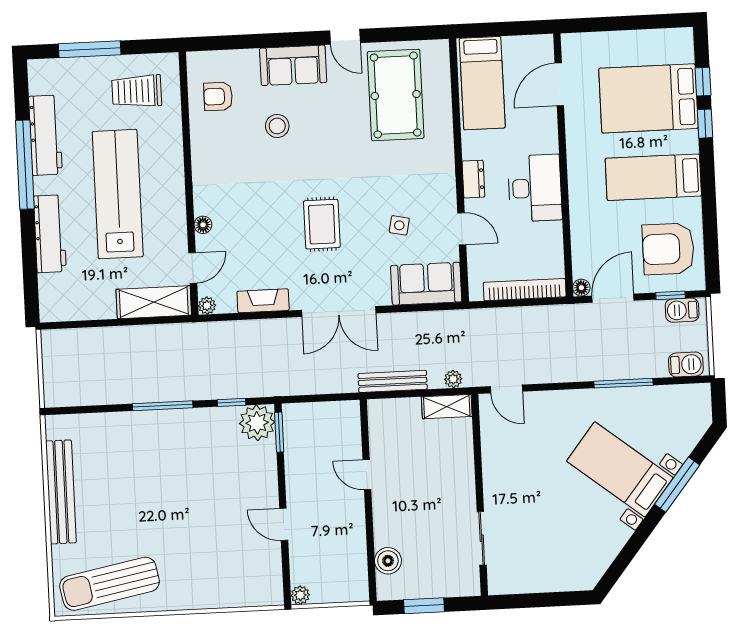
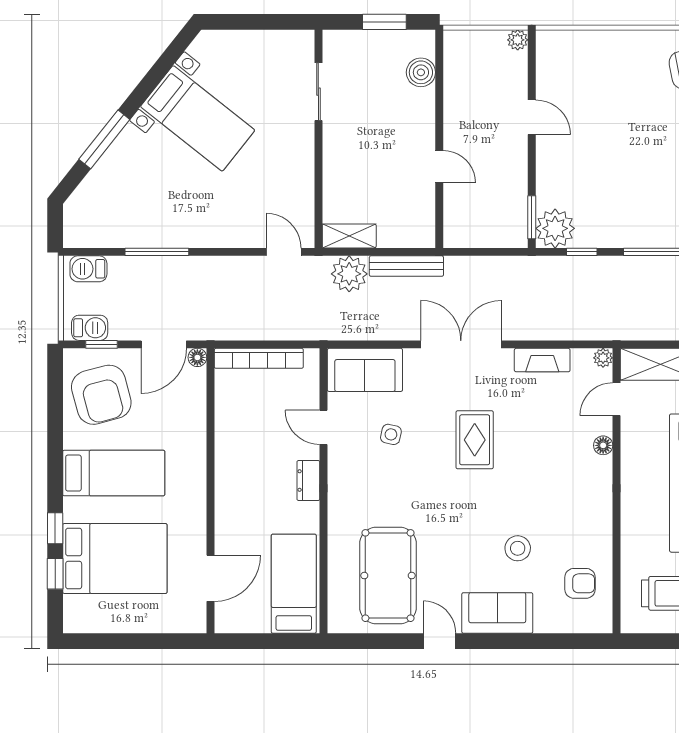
desk: (535, 188) -> (242, 468), removed
armchair: (668, 249) -> (101, 395), turned 75
plant: (453, 379) -> (349, 274), width x1.88, depth x1.88
bed with nightstands: (620, 469) -> (198, 118), moved

